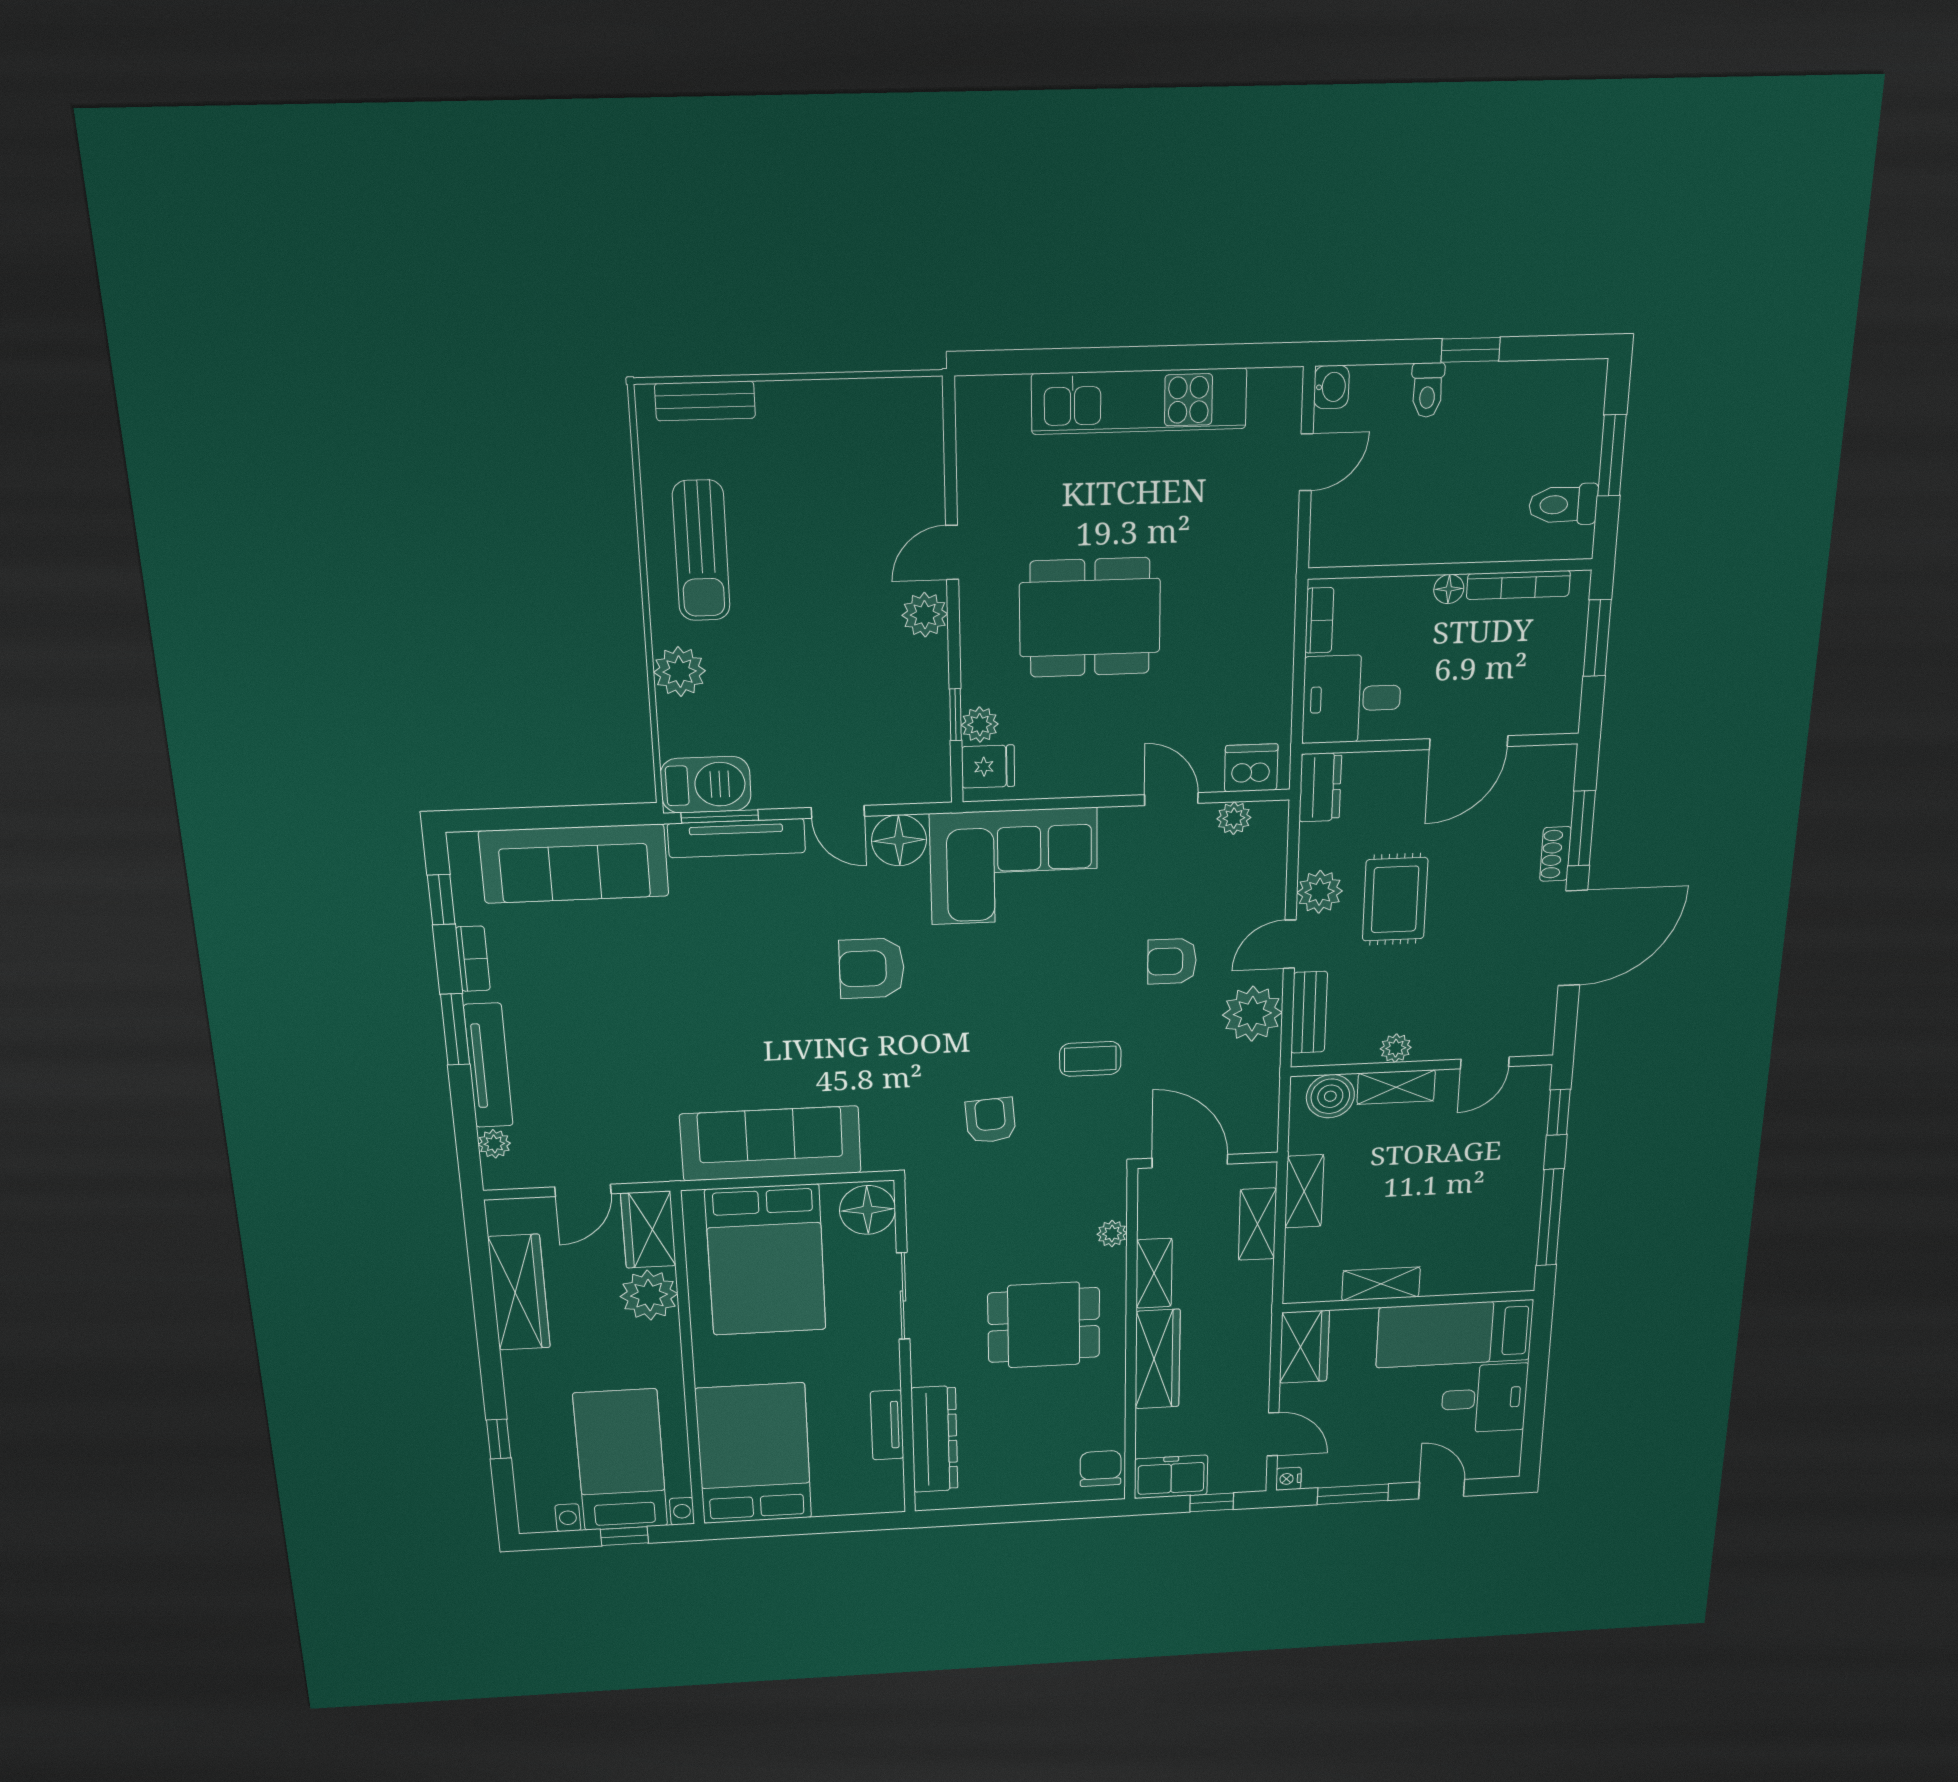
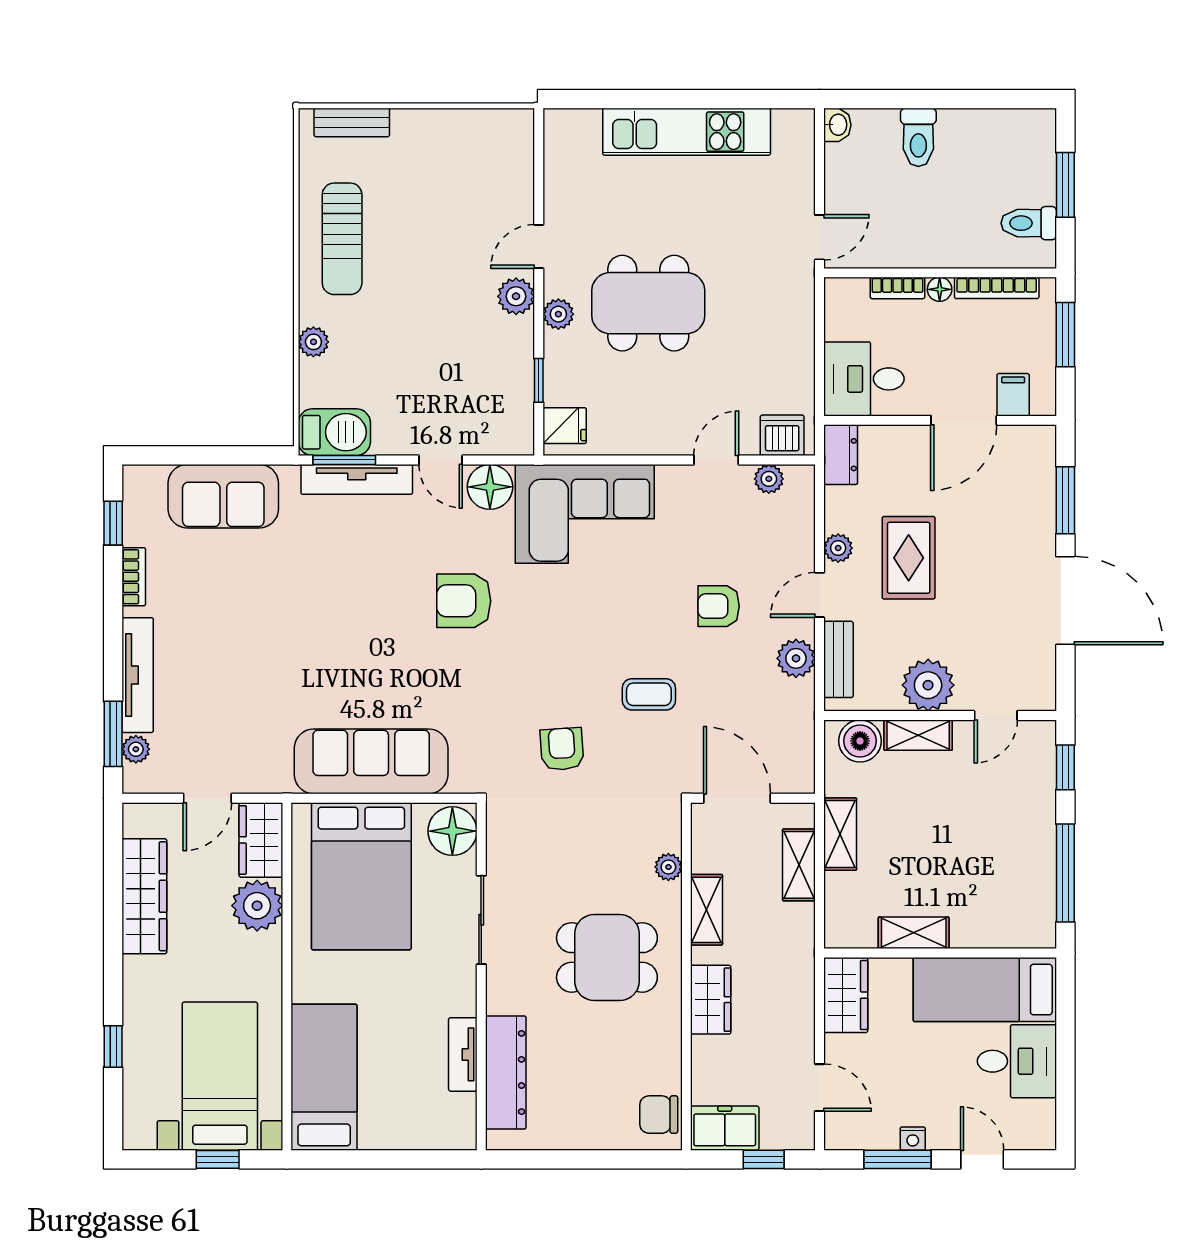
window: (1471, 350) -> (946, 99), removed
toilet: (1427, 390) -> (918, 137), width x1.37, depth x1.39
door: (1306, 462) -> (820, 237), moved
bookcase: (1319, 620) -> (897, 288), moved, turned 90
plant: (680, 672) -> (313, 342), width x0.73, depth x0.73
filing cabinet: (1529, 711) -> (1013, 395), added
plant: (980, 725) -> (558, 314), moved
door: (1171, 799) -> (716, 460), hinge flipped
shoe rack: (1555, 854) -> (1044, 522), removed
sofa: (574, 864) -> (223, 496), width x0.73
plant: (1320, 892) -> (838, 548), width x0.73, depth x0.73
door: (1573, 938) -> (1065, 601), hinge flipped
plant: (1252, 1014) -> (796, 658), width x0.73, depth x0.73
window: (455, 1029) -> (113, 734), moved
plant: (1396, 1048) -> (928, 685), width x1.87, depth x1.87
wardrobe: (1158, 1359) -> (711, 1000), width x0.67
bed: (754, 1454) -> (324, 1077), width x0.67
chair: (1101, 1468) -> (659, 1115), turned -90
nightstand: (1288, 1479) -> (913, 1139), moved, turned -90

